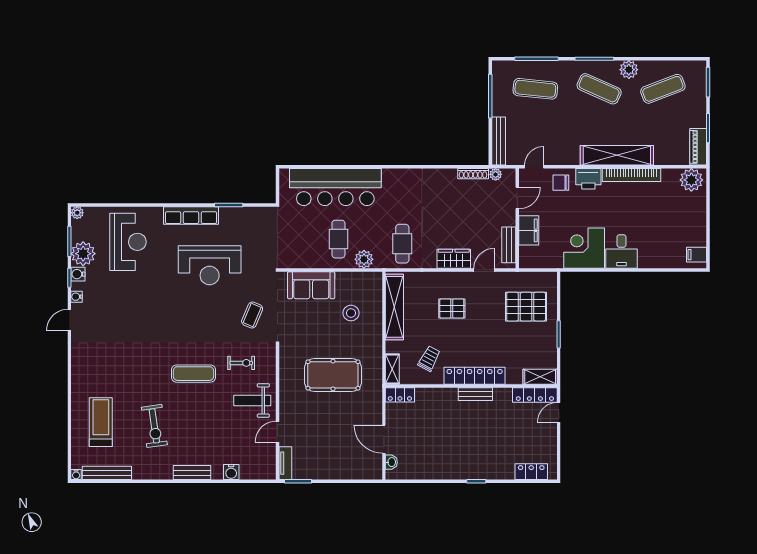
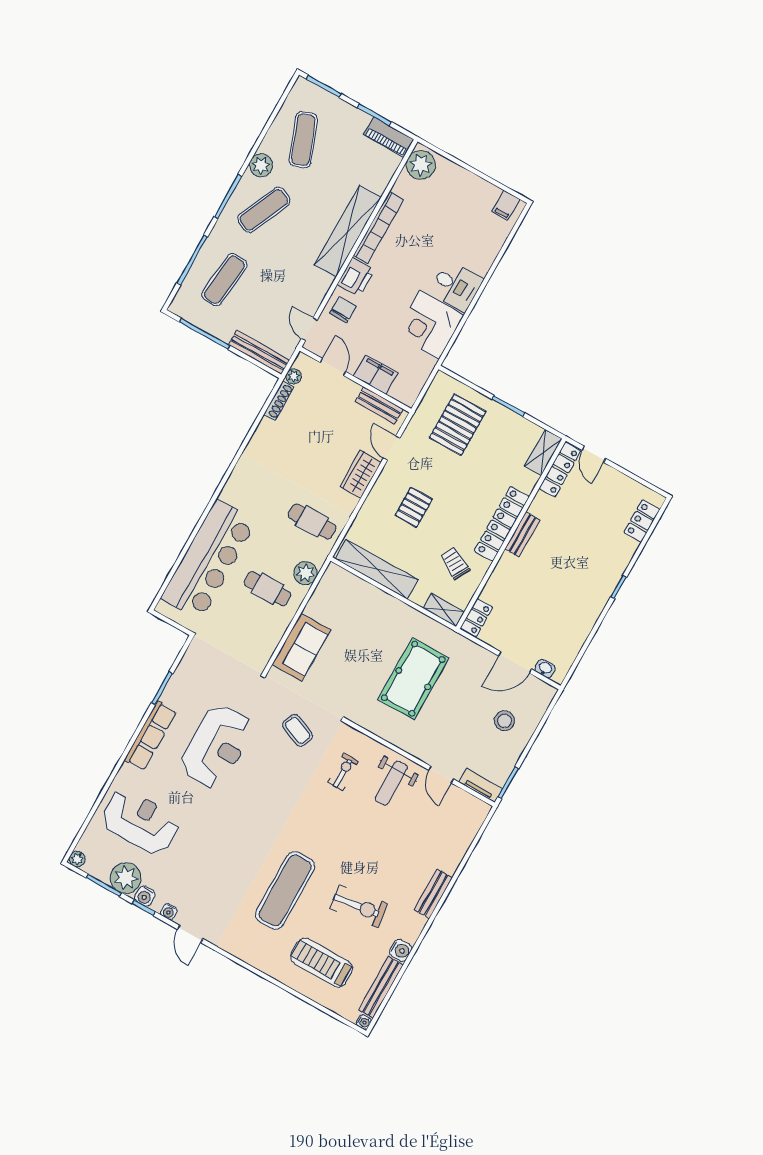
chair: (561, 183) -> (343, 310), turned 180
stool: (351, 313) -> (504, 721), moved
exercise mat: (193, 374) -> (285, 890), moved, width x1.36, depth x1.45
water cooler: (231, 472) -> (401, 950), moved

